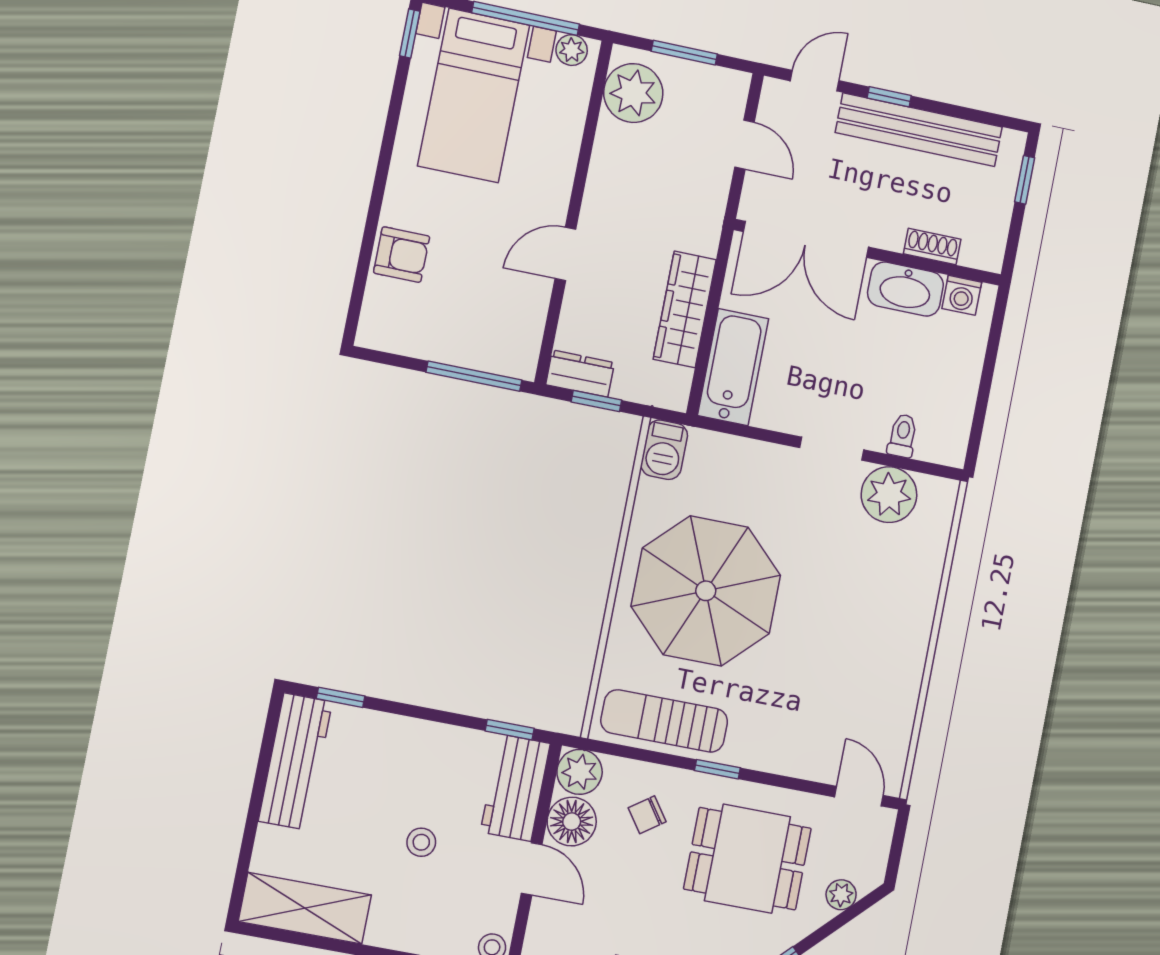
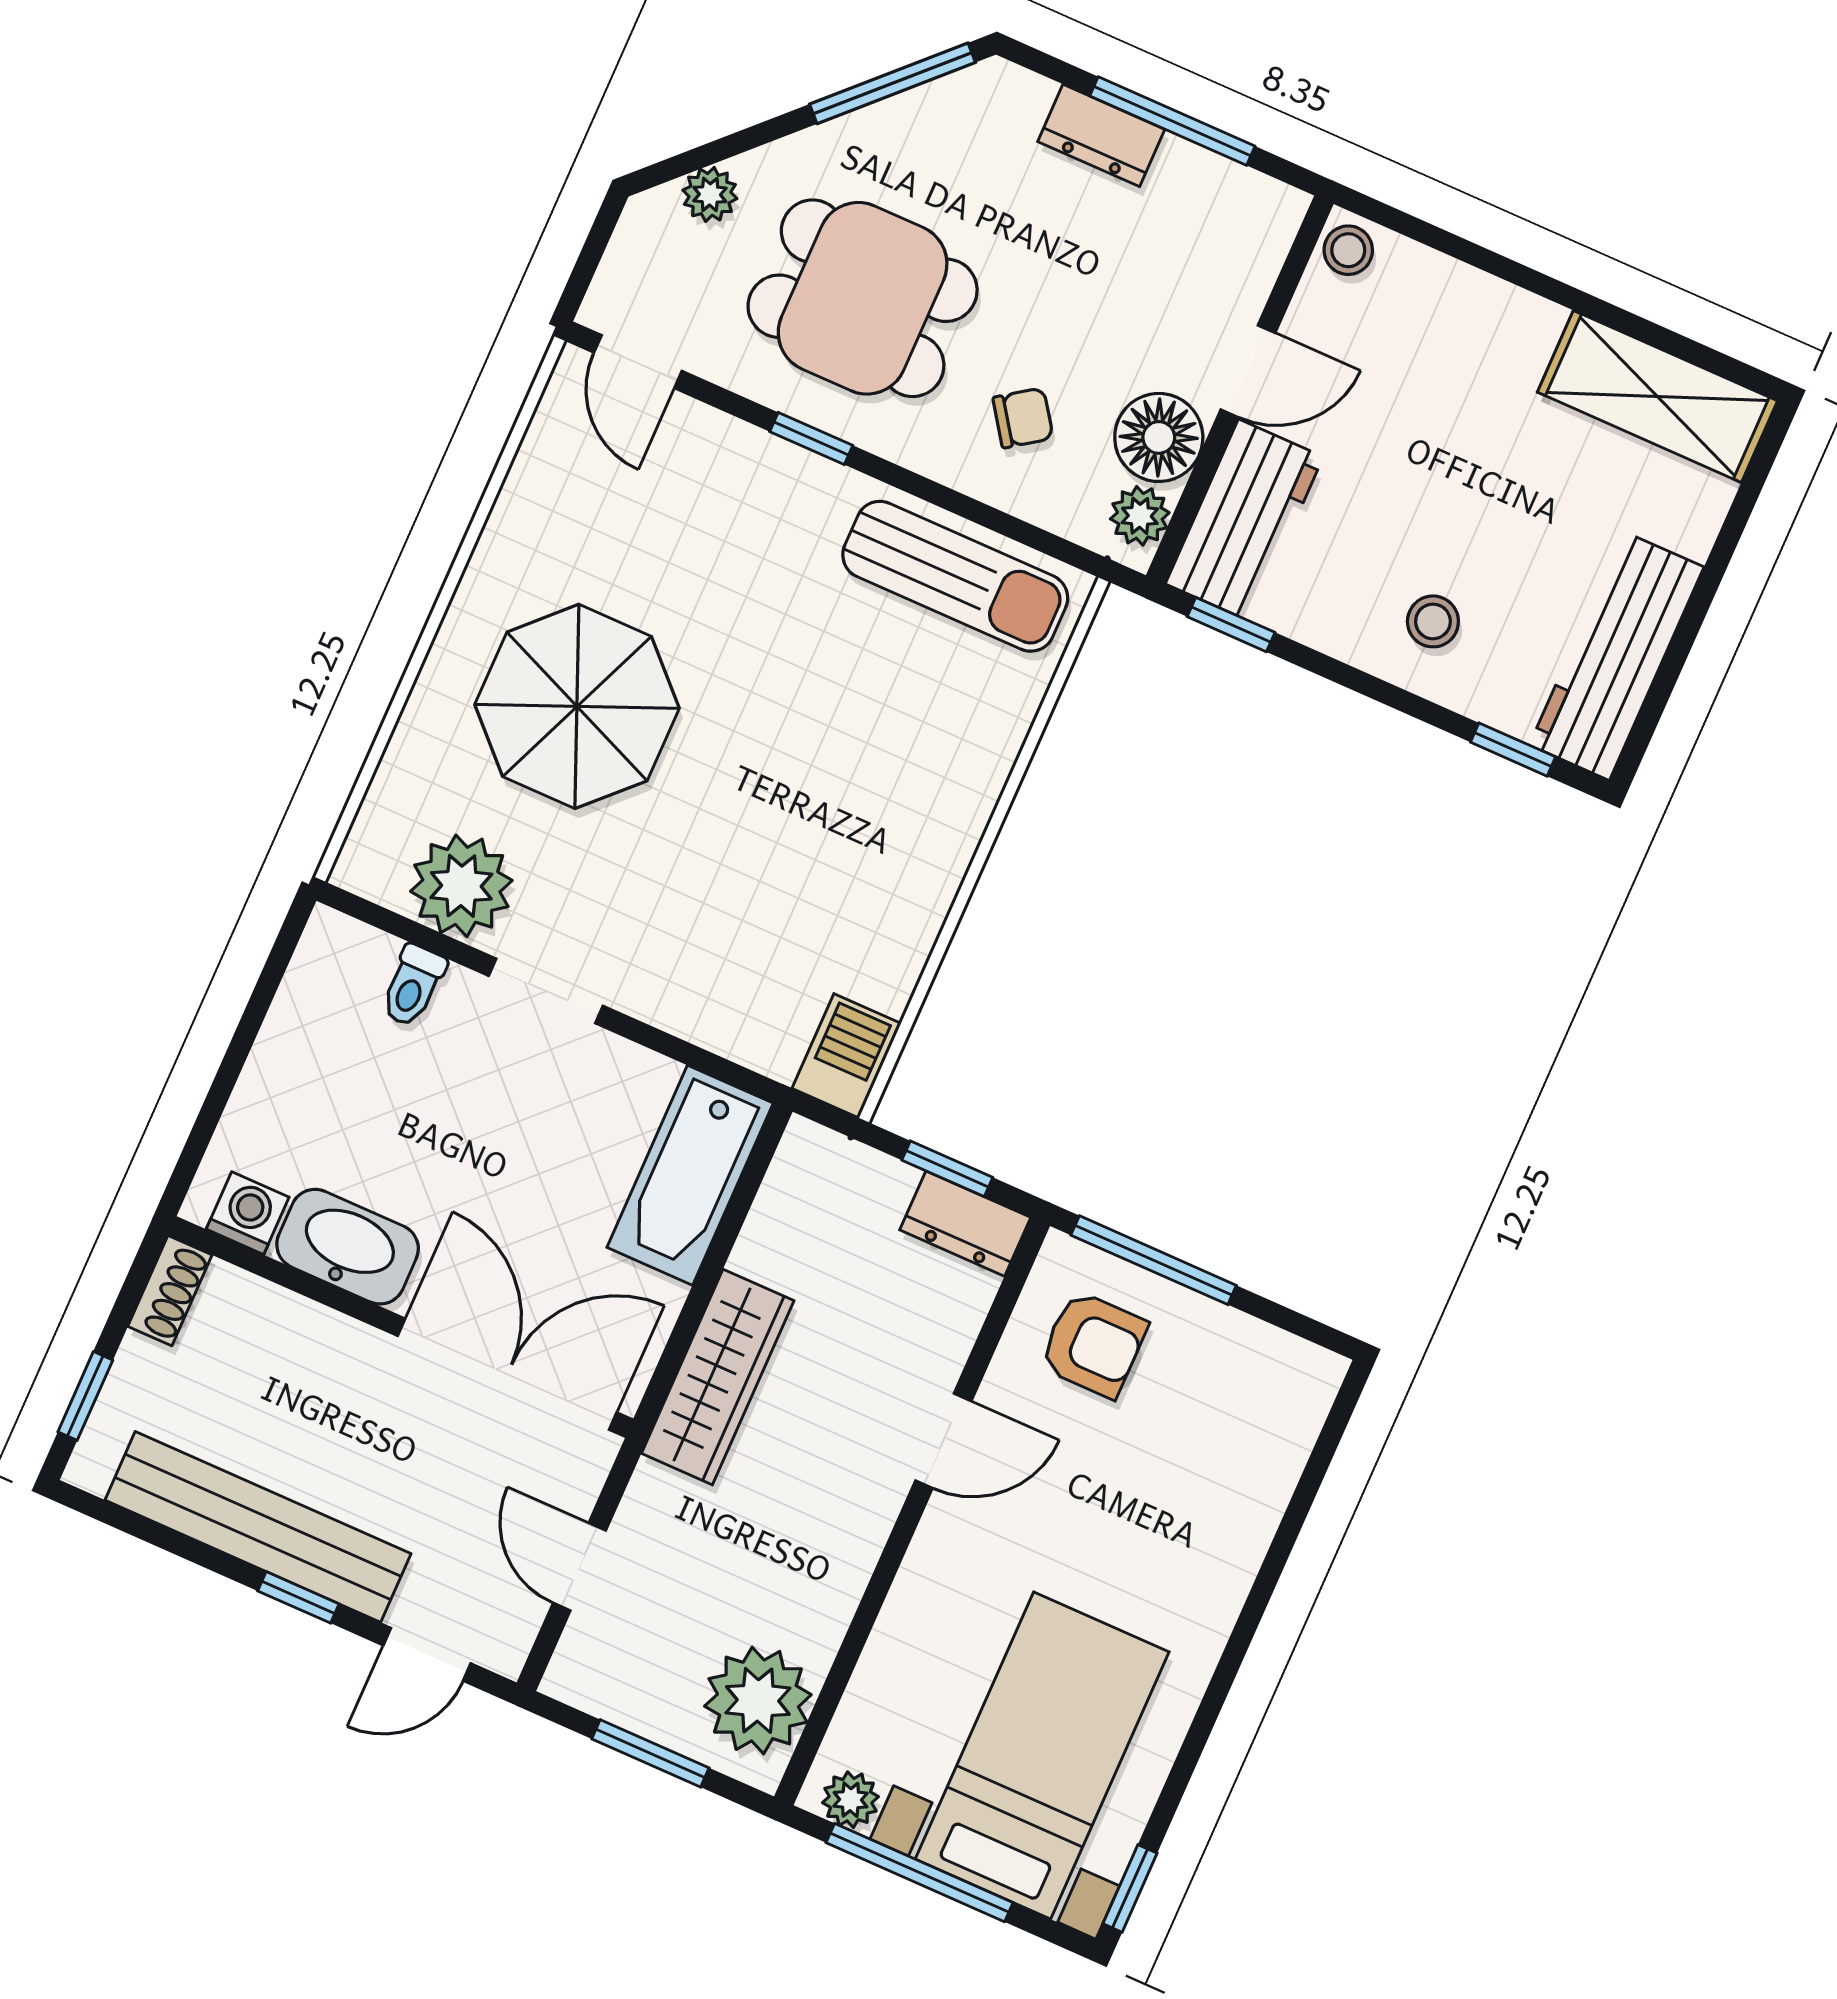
shoe rack: (932, 247) -> (170, 1291), moved, turned -90
armchair: (402, 255) -> (1093, 1344), moved, turned 180
wardrobe: (685, 309) -> (718, 1377), moved
parasol: (706, 591) -> (577, 706), moved, width x0.73, depth x0.73
window: (717, 769) -> (811, 438), moved
plant: (580, 772) -> (1140, 516), width x0.73, depth x0.73
stool: (421, 842) -> (1433, 621), moved
door: (532, 869) -> (1248, 371), swing flipped

